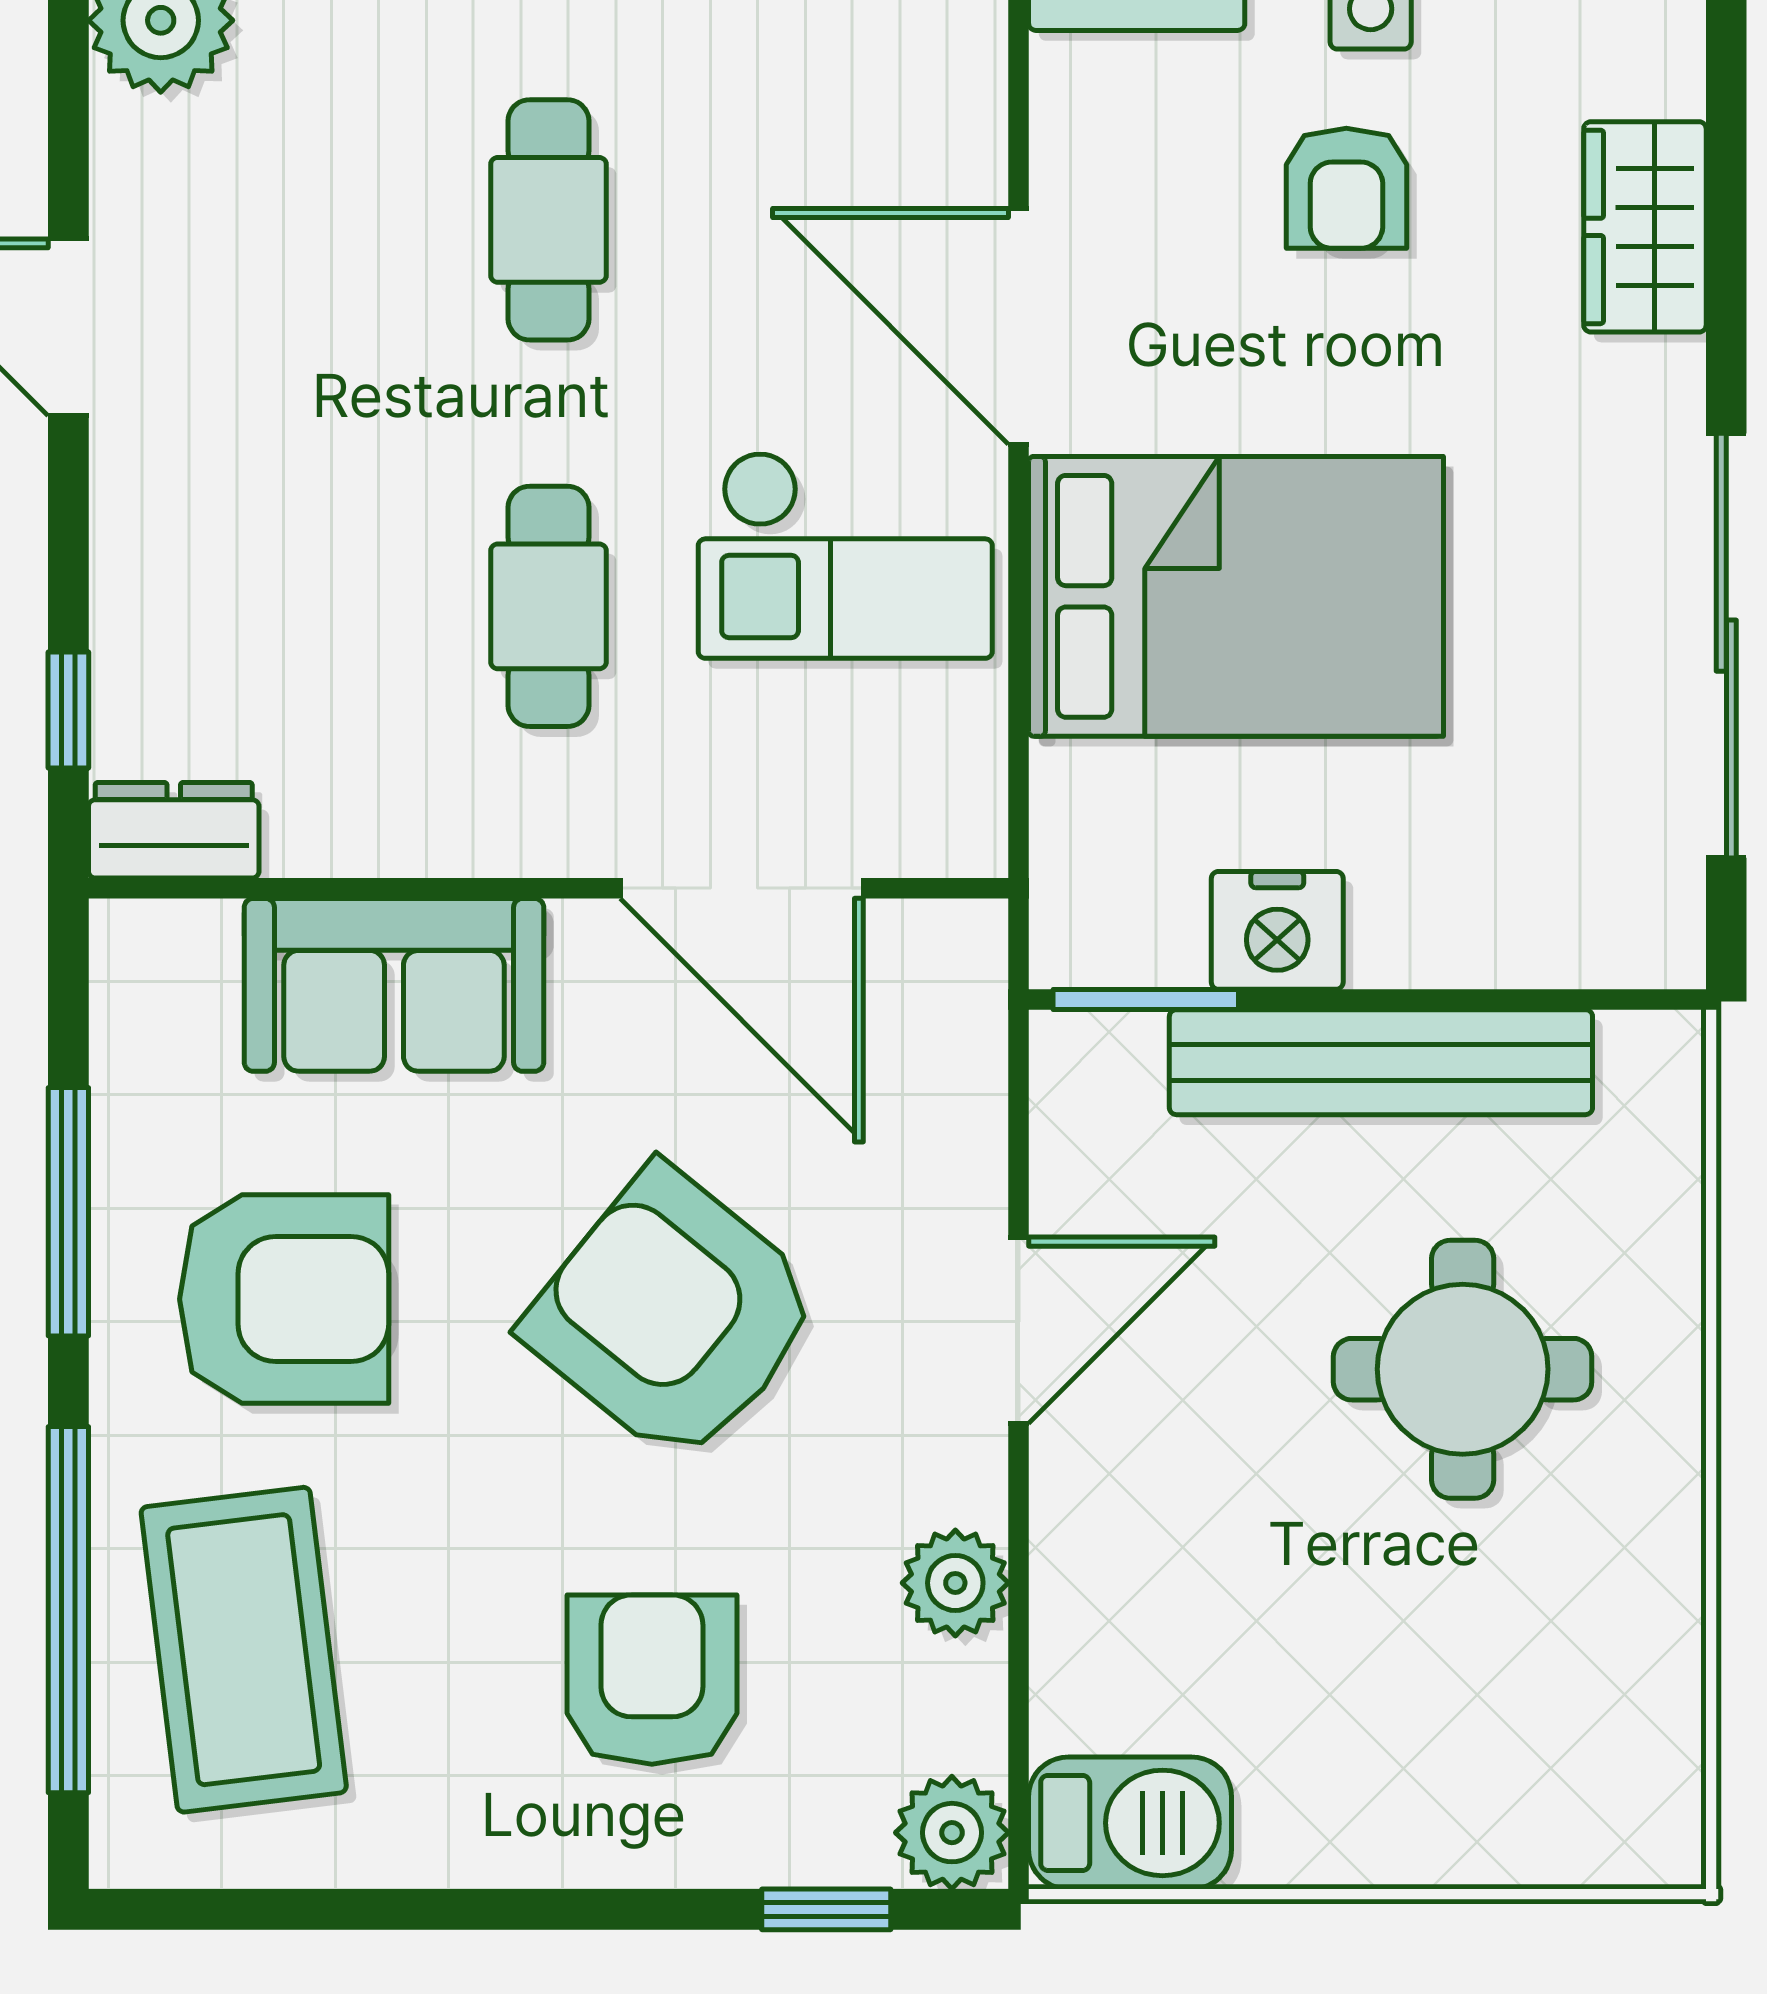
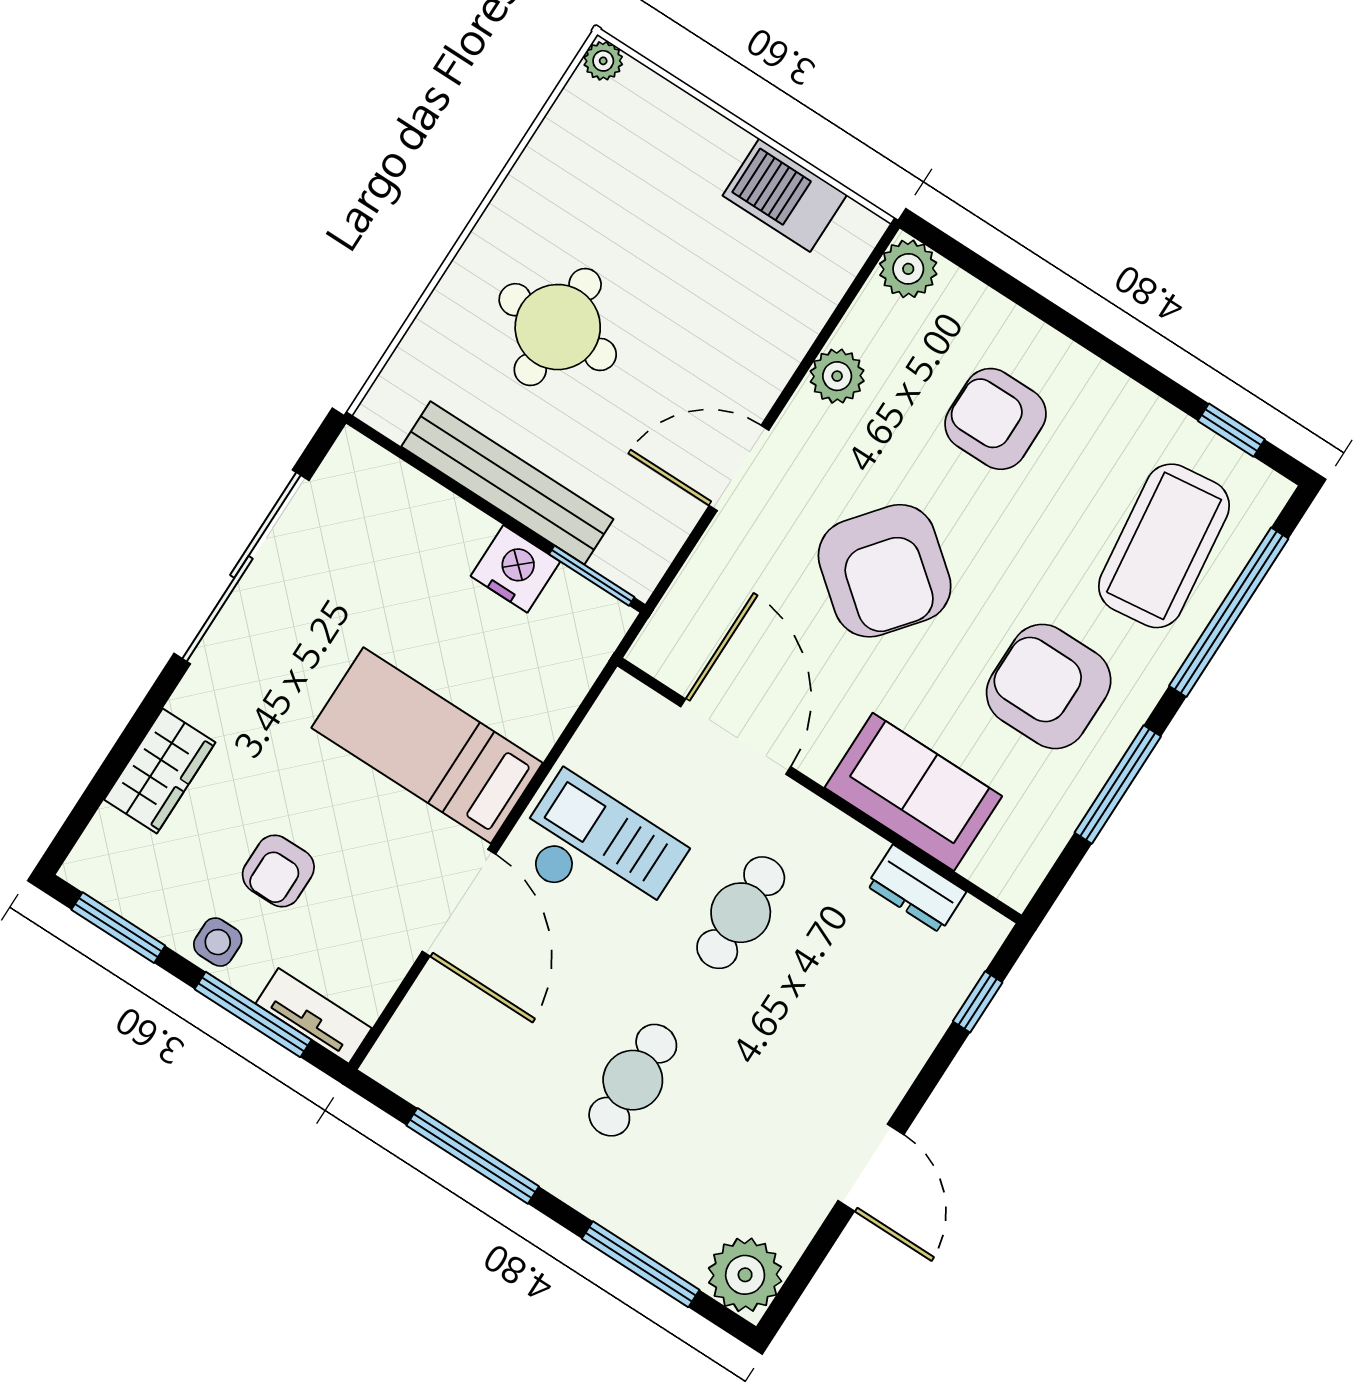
armchair: (1346, 188) -> (278, 871), turned 180
bed: (1236, 596) -> (427, 745), width x0.67
dresser: (174, 830) -> (916, 889), moved
armchair: (652, 1680) -> (995, 419), turned 90
barbecue: (1130, 1823) -> (785, 195), moved
plant: (1668, 1851) -> (603, 61), added
window: (826, 1909) -> (1231, 430), moved

